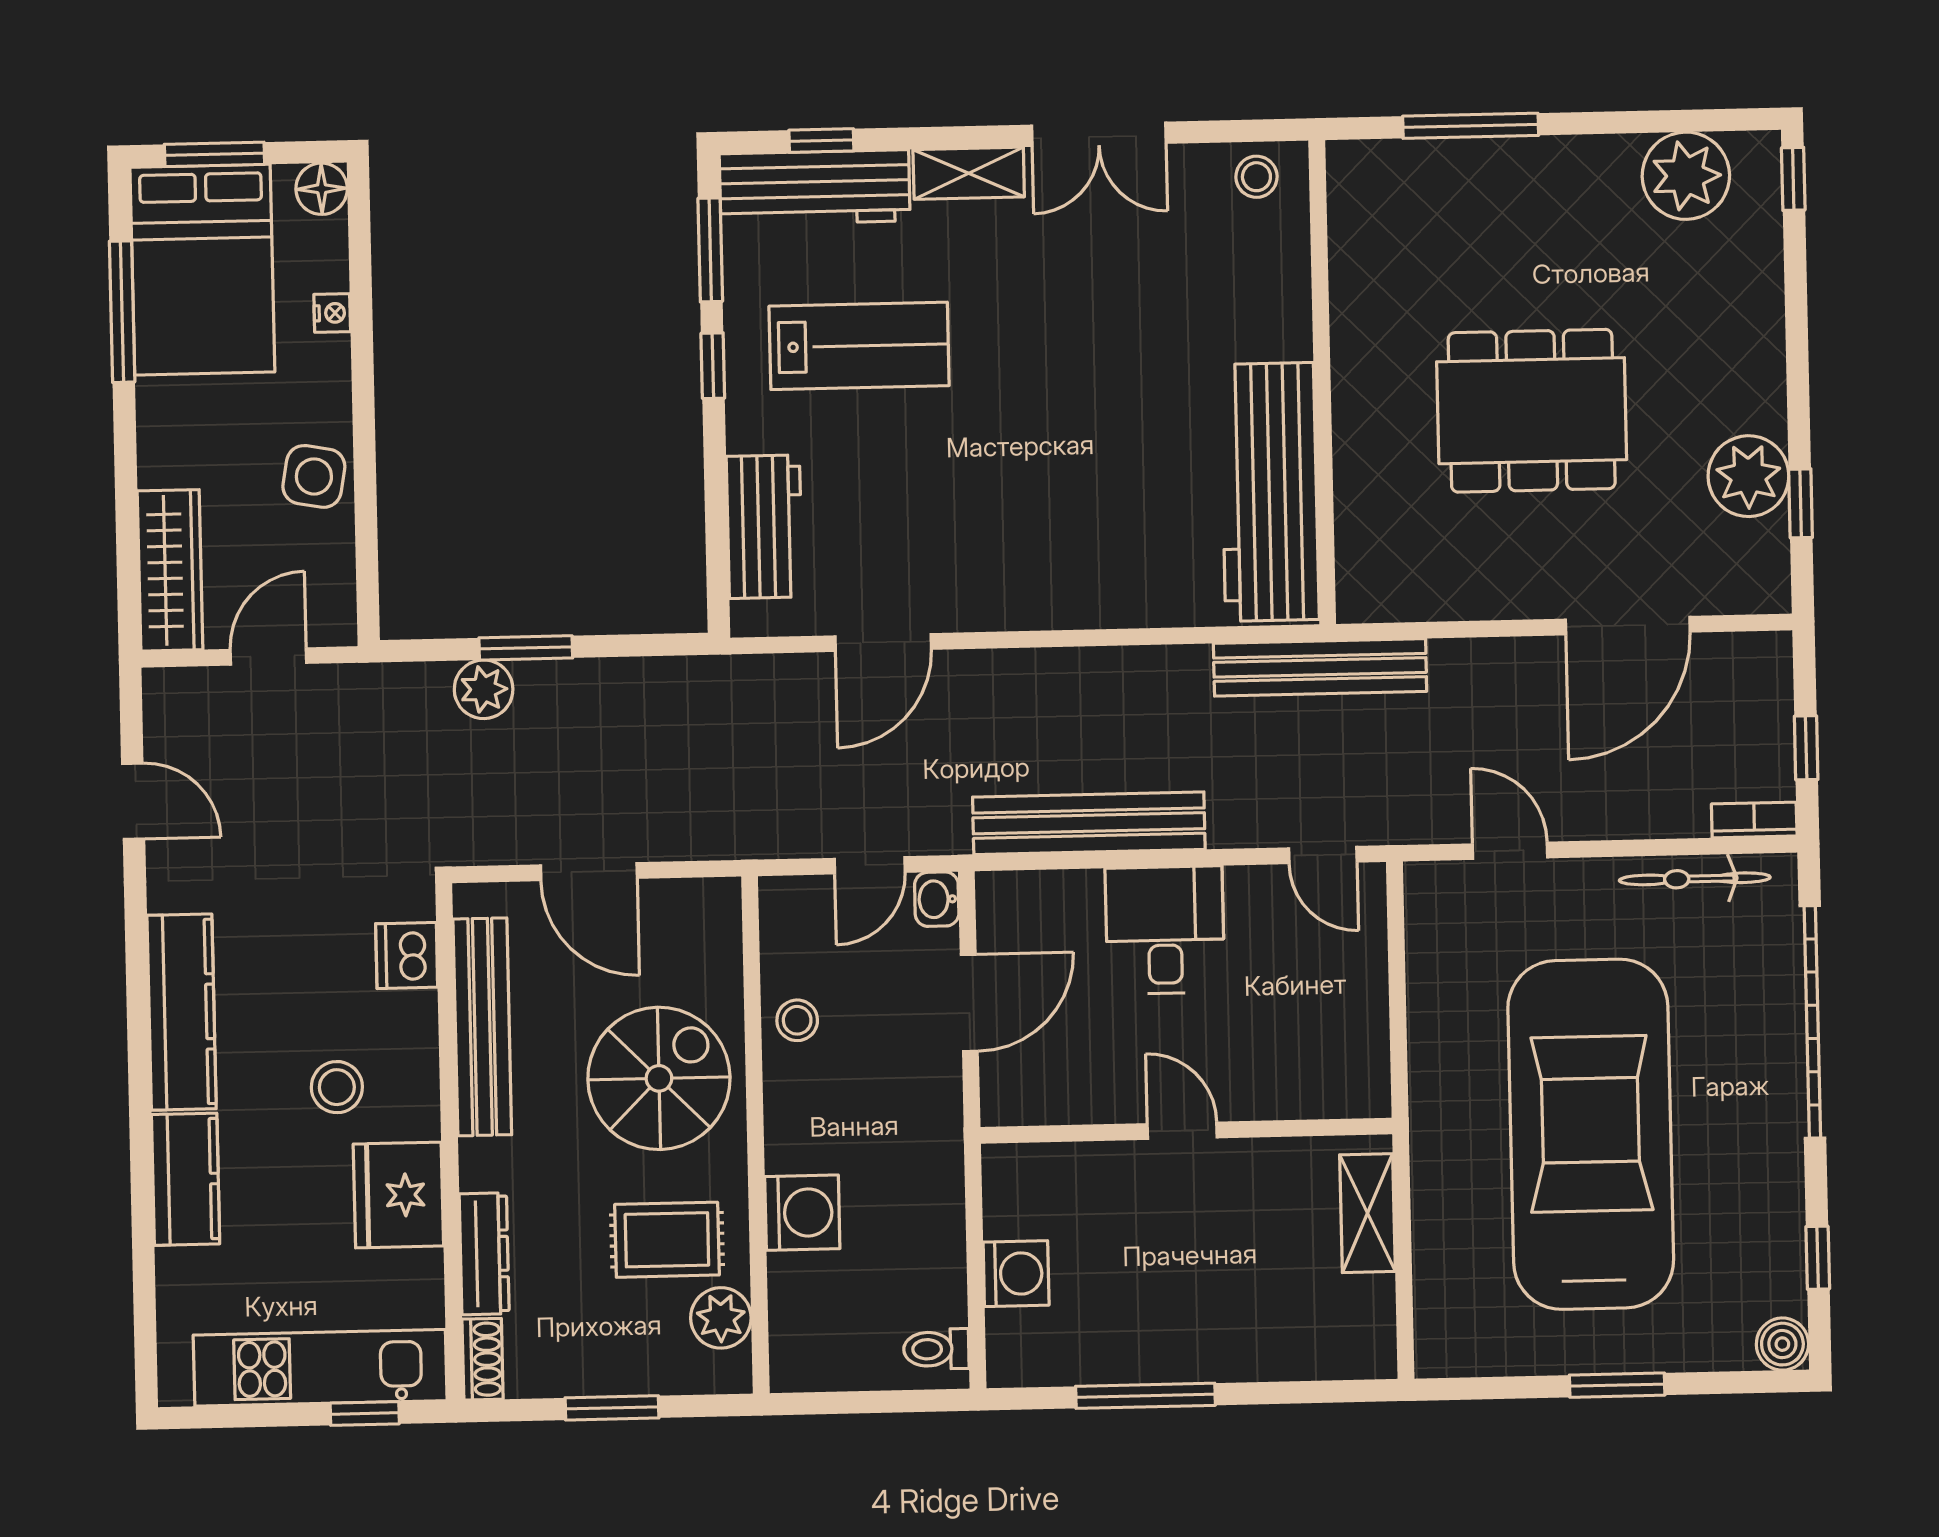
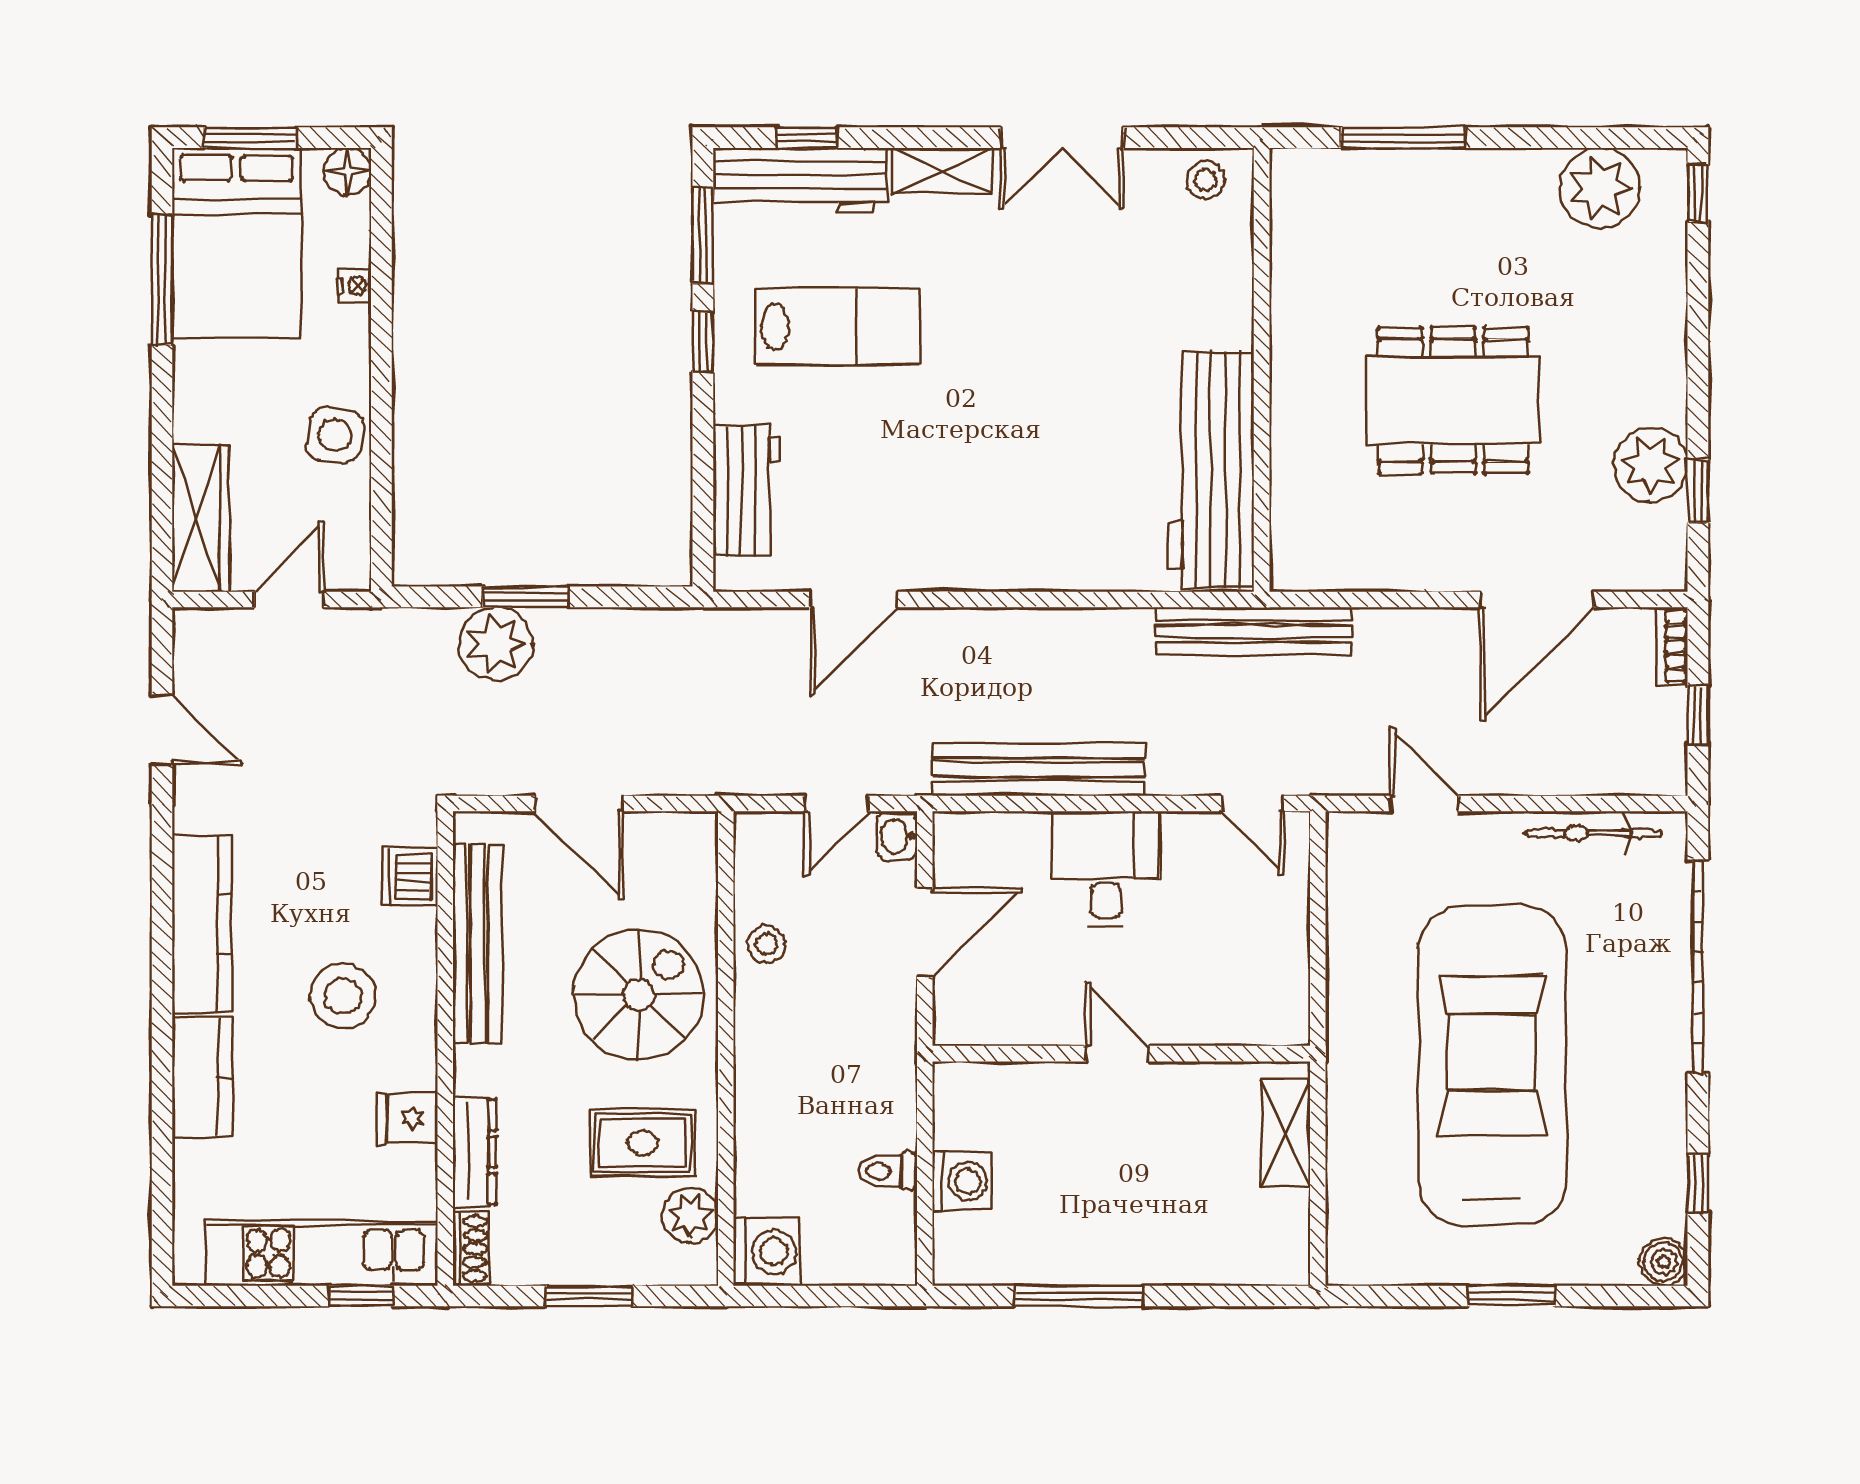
plant: (484, 689) -> (496, 644), width x1.36, depth x1.36
bookcase: (1754, 820) -> (1672, 646), moved, turned -90
stool: (337, 1087) -> (343, 996), width x1.38, depth x1.38
fridge: (398, 1195) -> (407, 1119), width x0.53, depth x0.75
washing machine: (802, 1213) -> (767, 1252), moved
toilet: (936, 1349) -> (887, 1171), moved

